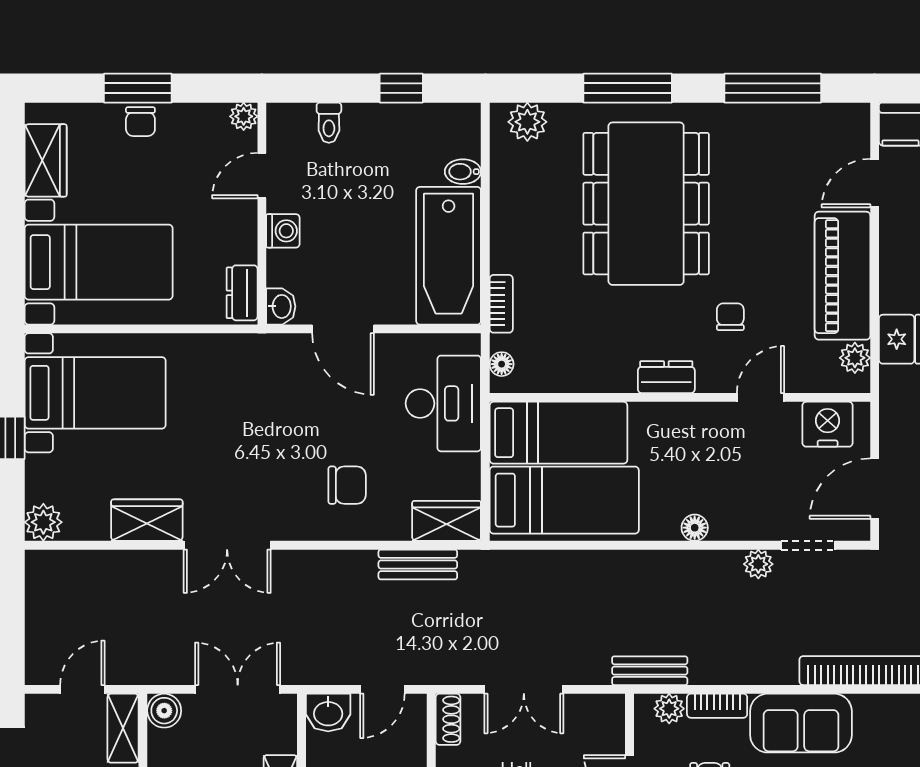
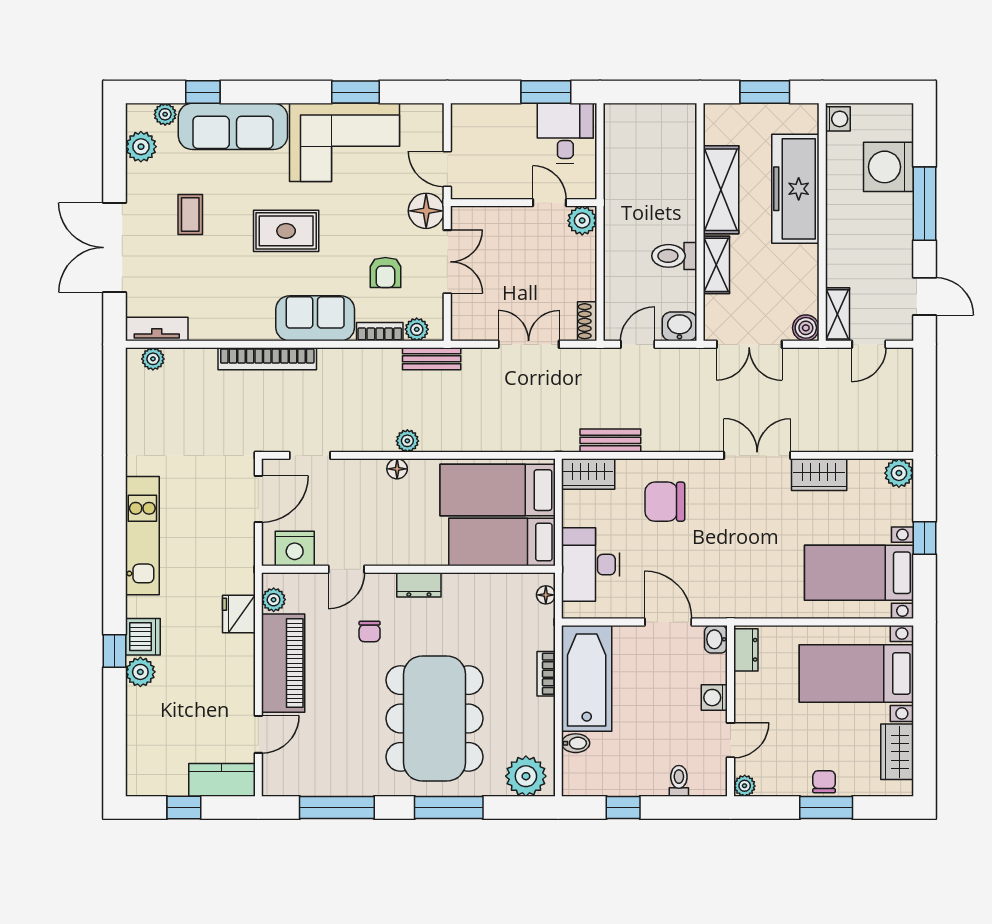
plant: (527, 122) -> (526, 776), width x1.36, depth x1.36
bookcase: (501, 304) -> (546, 674), moved
chair: (347, 485) -> (665, 502), width x1.37, depth x1.37
plant: (758, 564) -> (407, 441), moved

